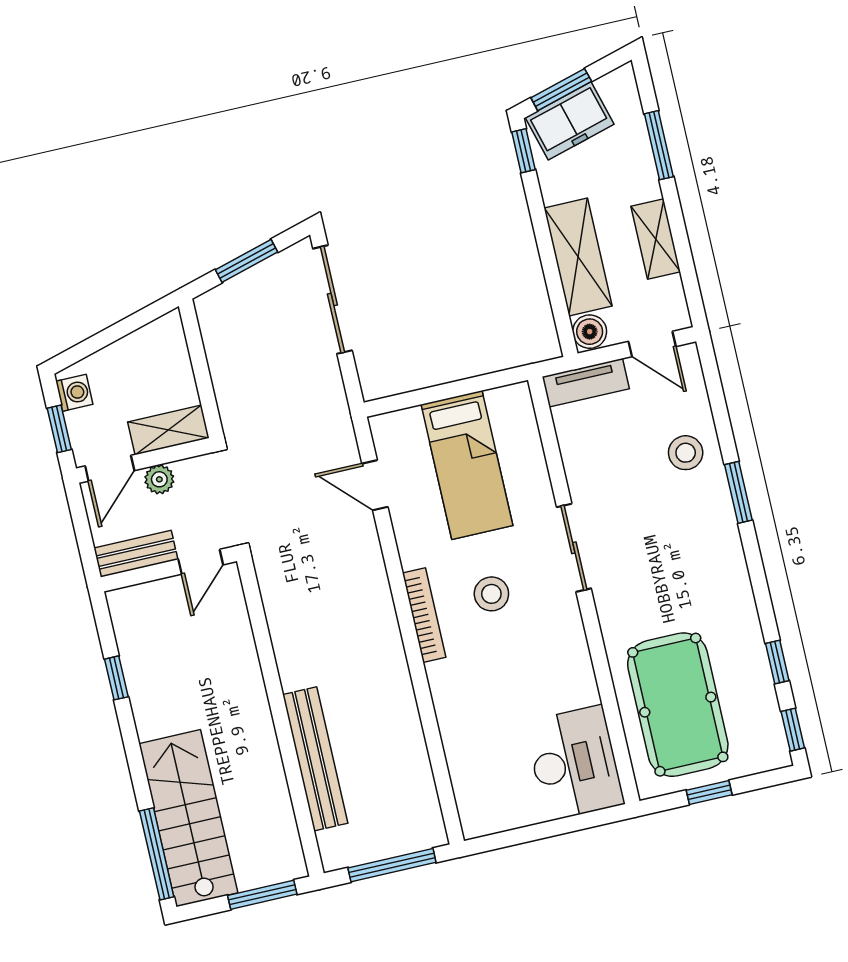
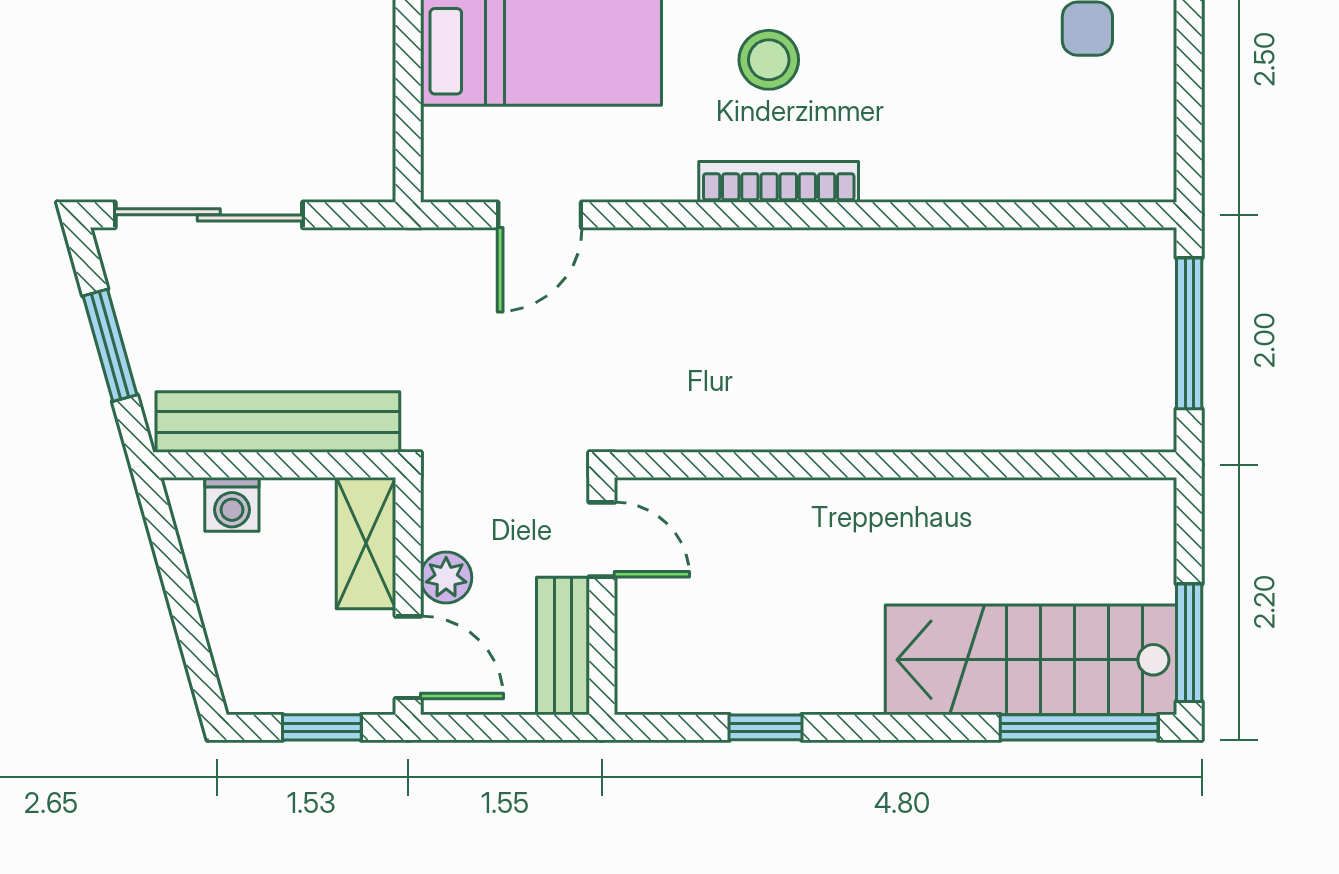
washing machine: (74, 393) -> (232, 504), moved, turned 180
bench: (315, 759) -> (278, 422), moved
window: (262, 895) -> (1189, 643), moved

